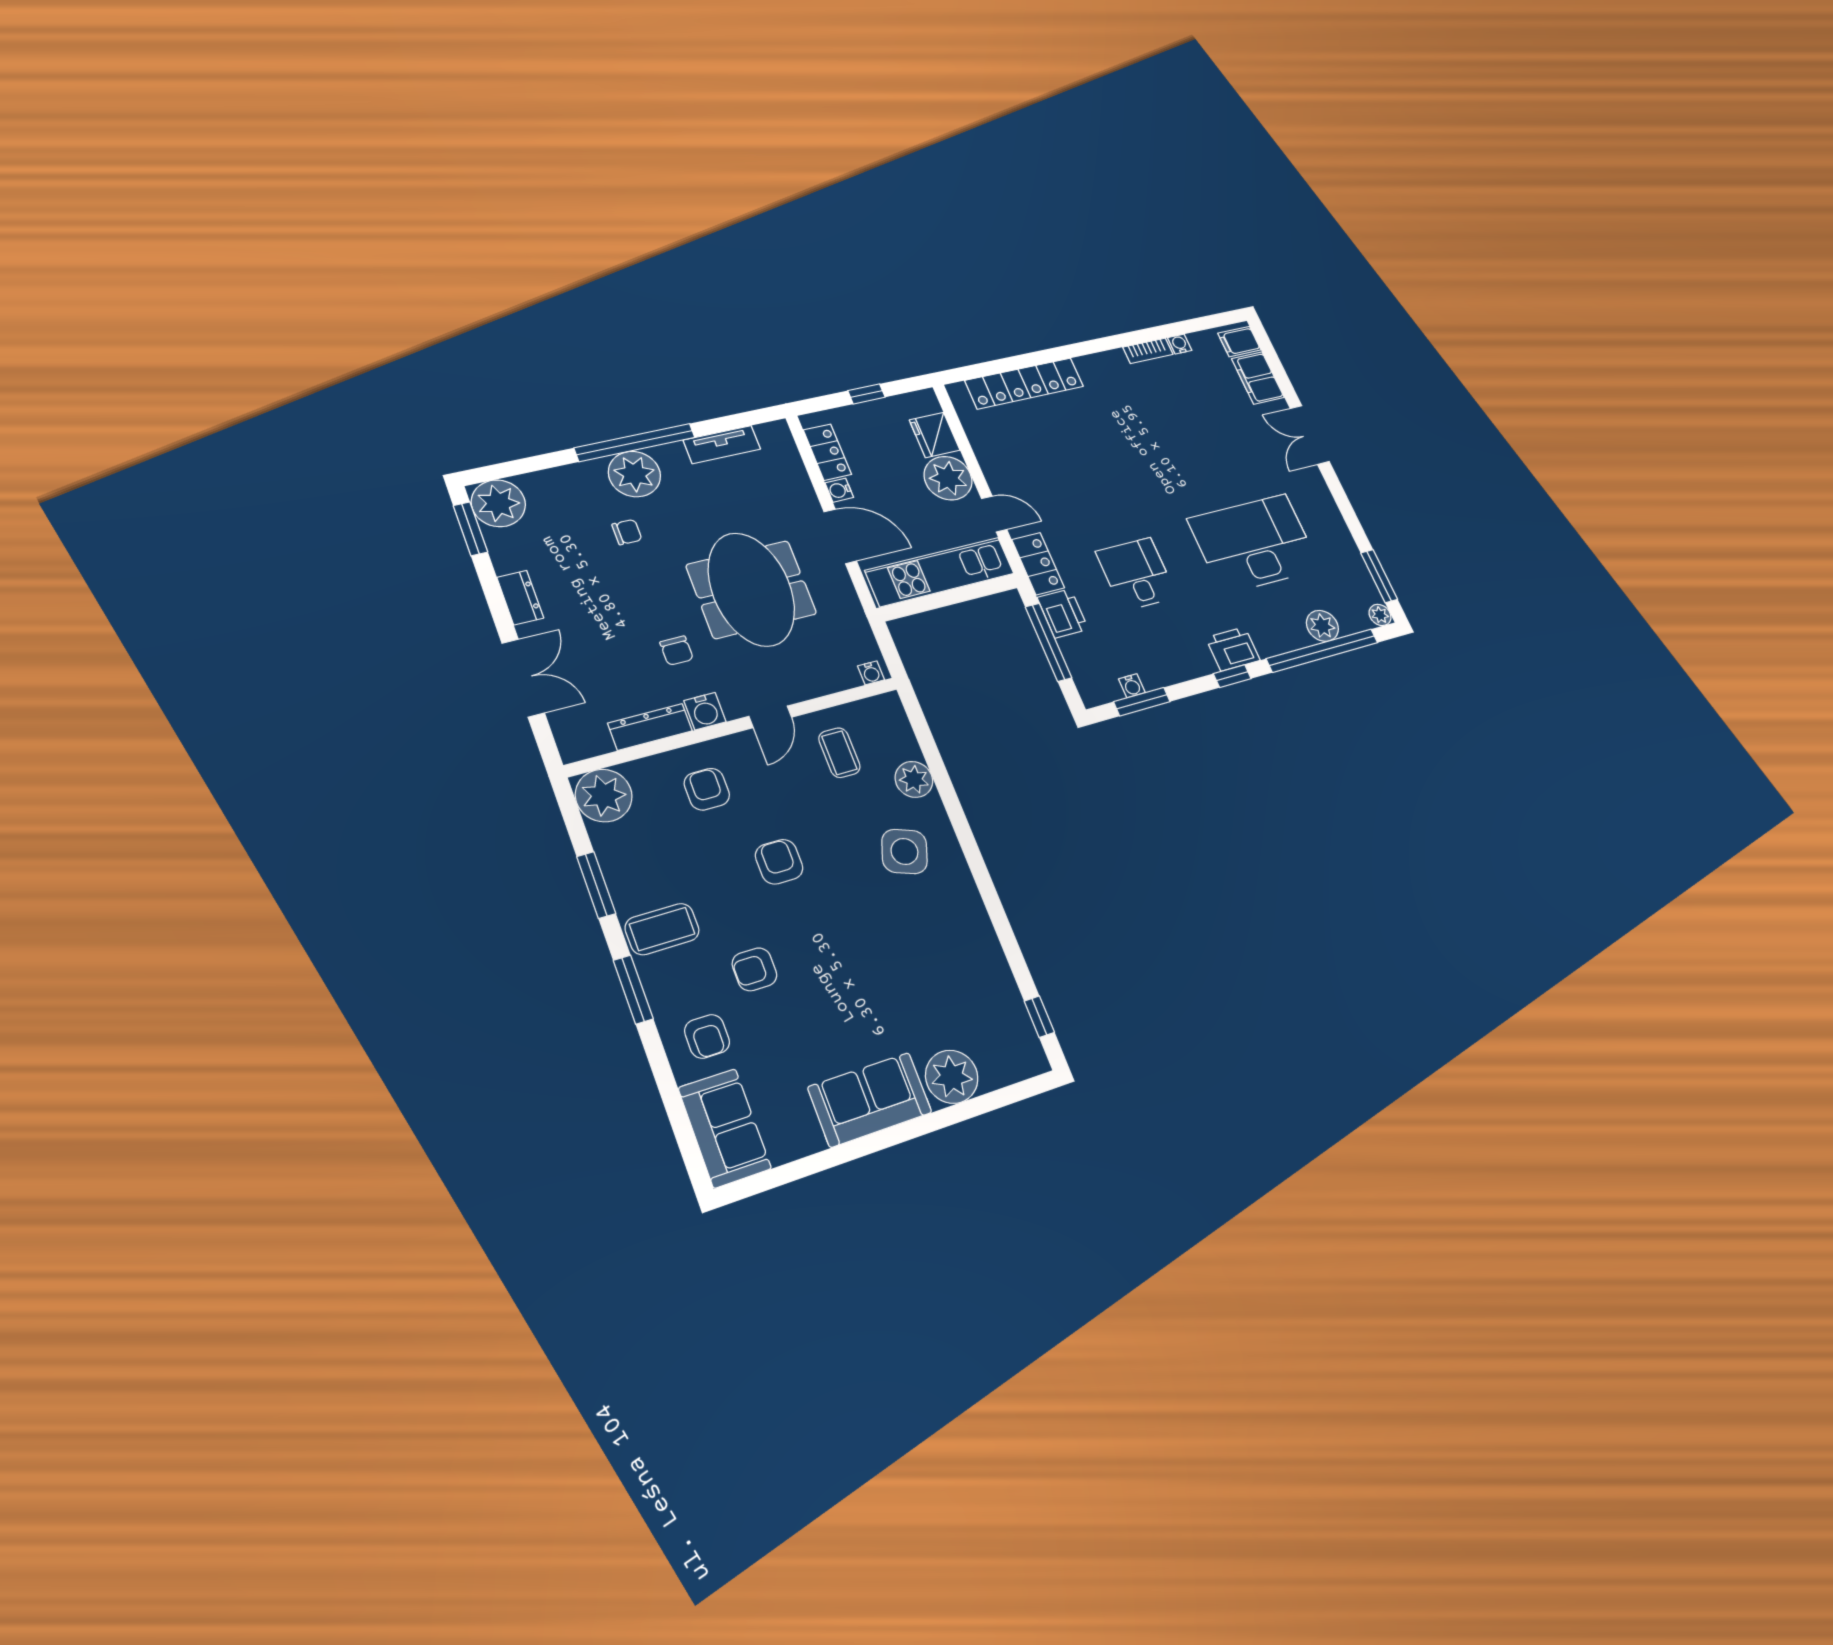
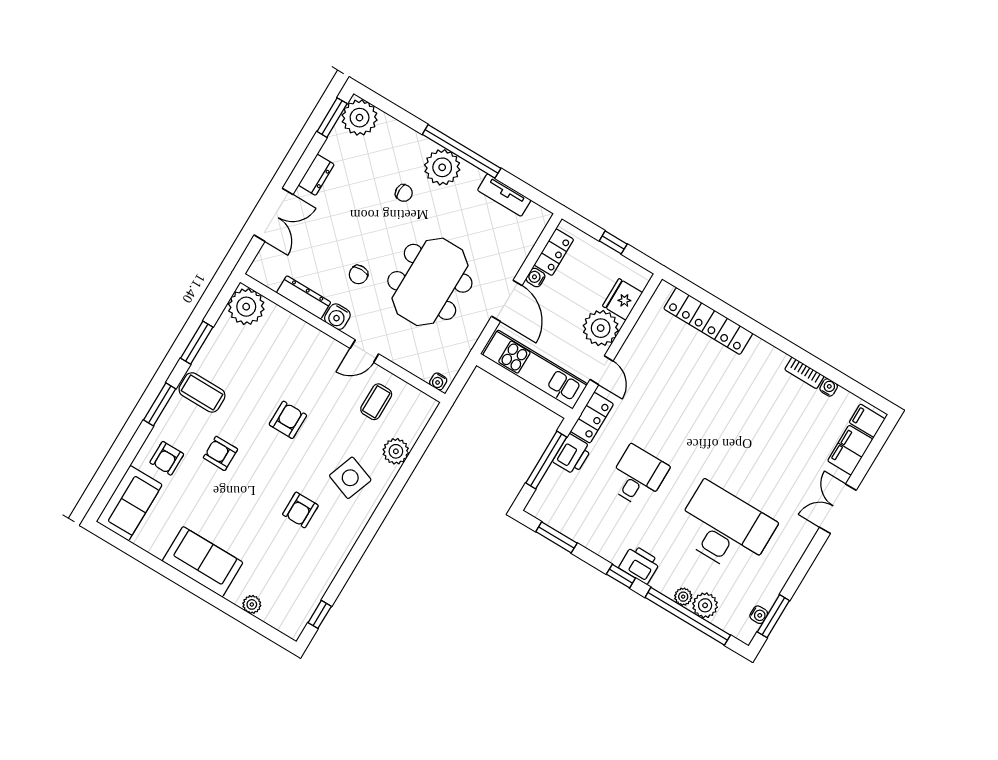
plant: (1380, 615) -> (683, 597), moved
water cooler: (1132, 686) -> (759, 615), moved, turned -90
armchair: (707, 789) -> (300, 510), moved, turned 180
plant: (952, 1077) -> (252, 604), width x0.53, depth x0.53

